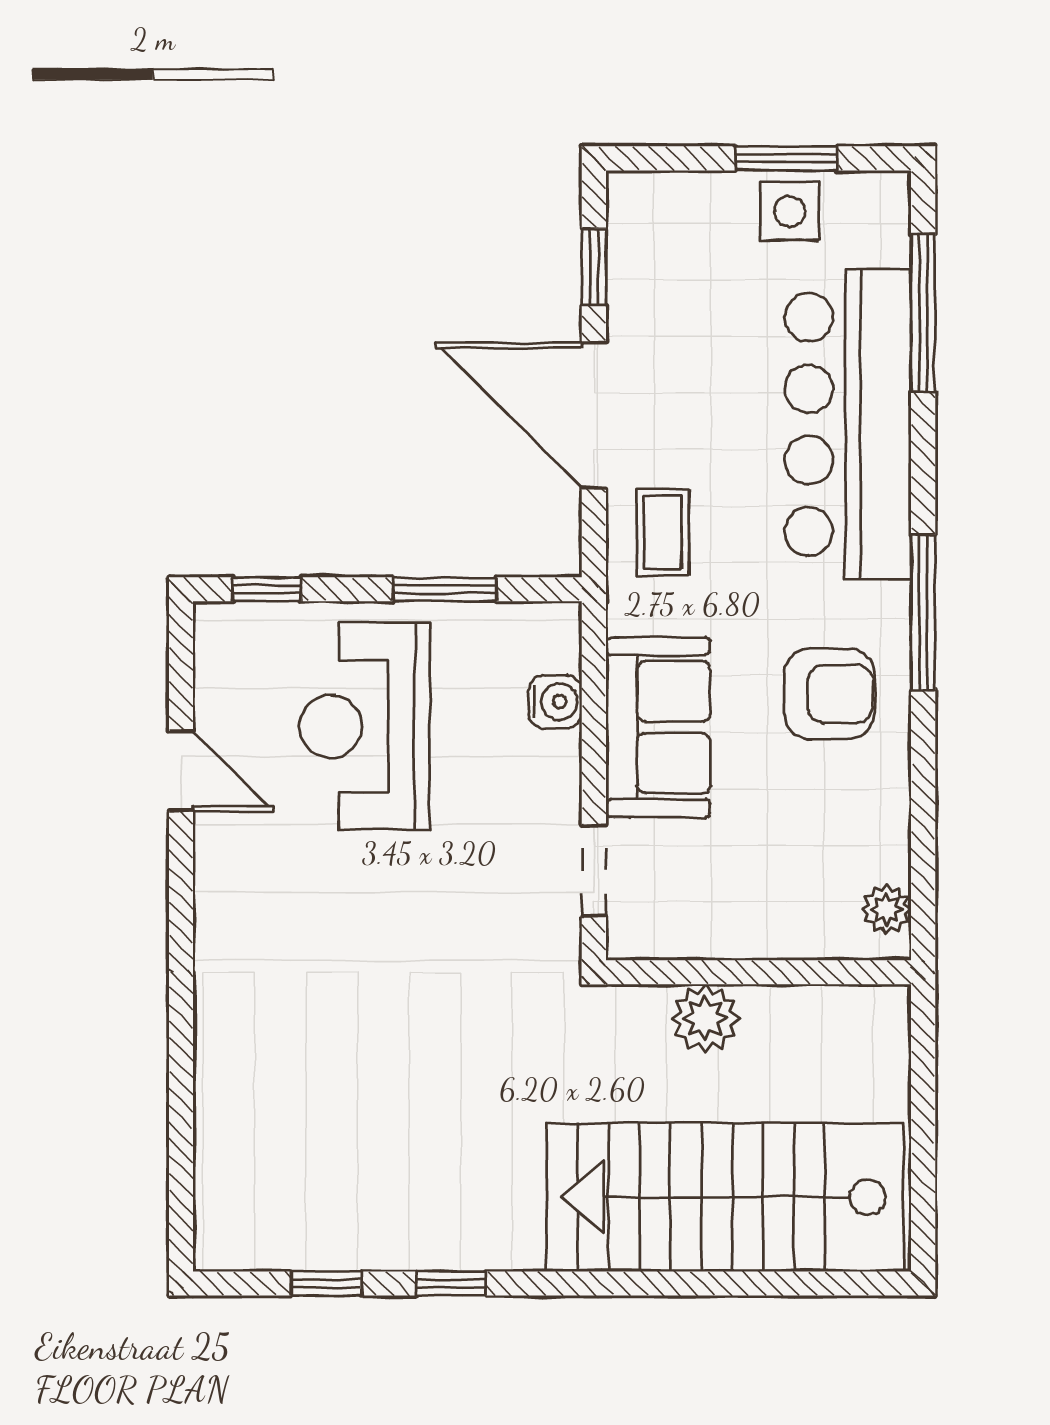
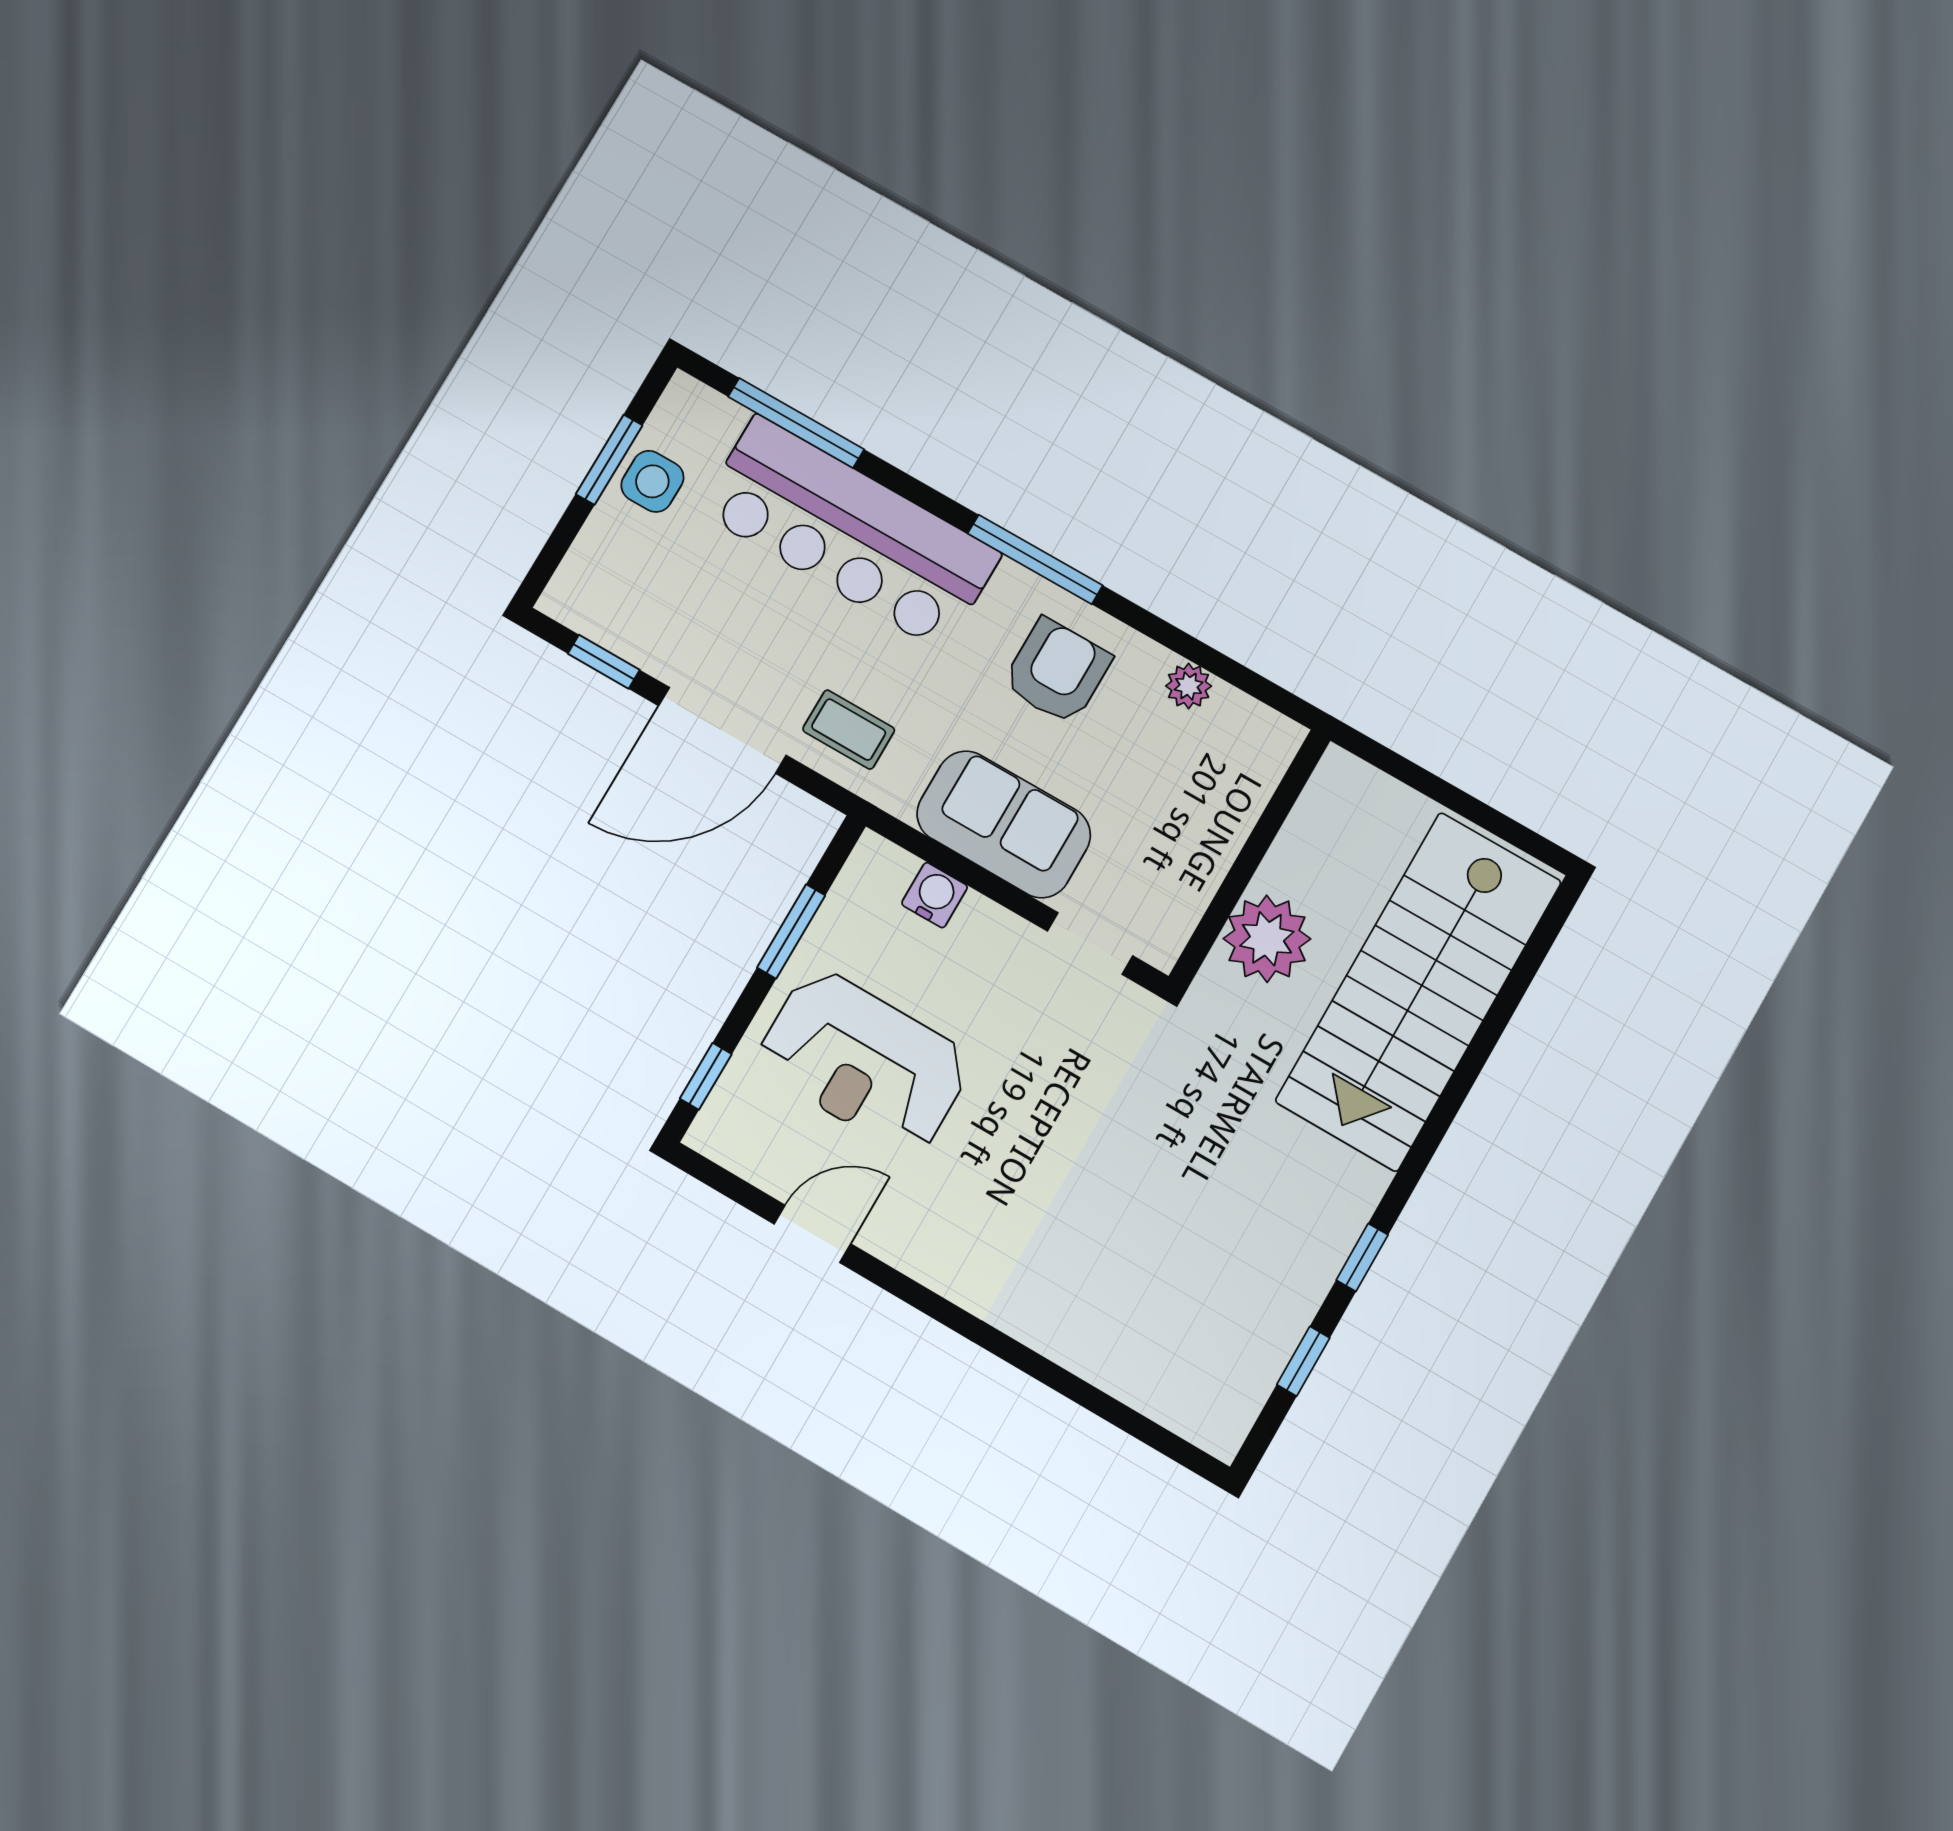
plant: (886, 909) -> (1189, 686), moved
plant: (705, 1018) -> (1267, 939), width x1.36, depth x1.36

